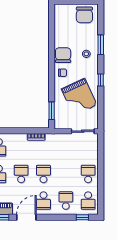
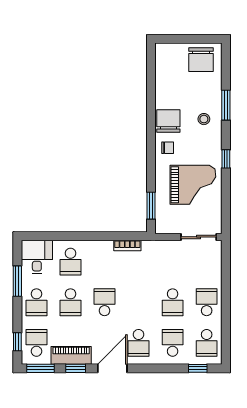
grand piano: (79, 97) -> (193, 185), turned -65
school desk: (43, 174) -> (173, 302), moved, turned 180

